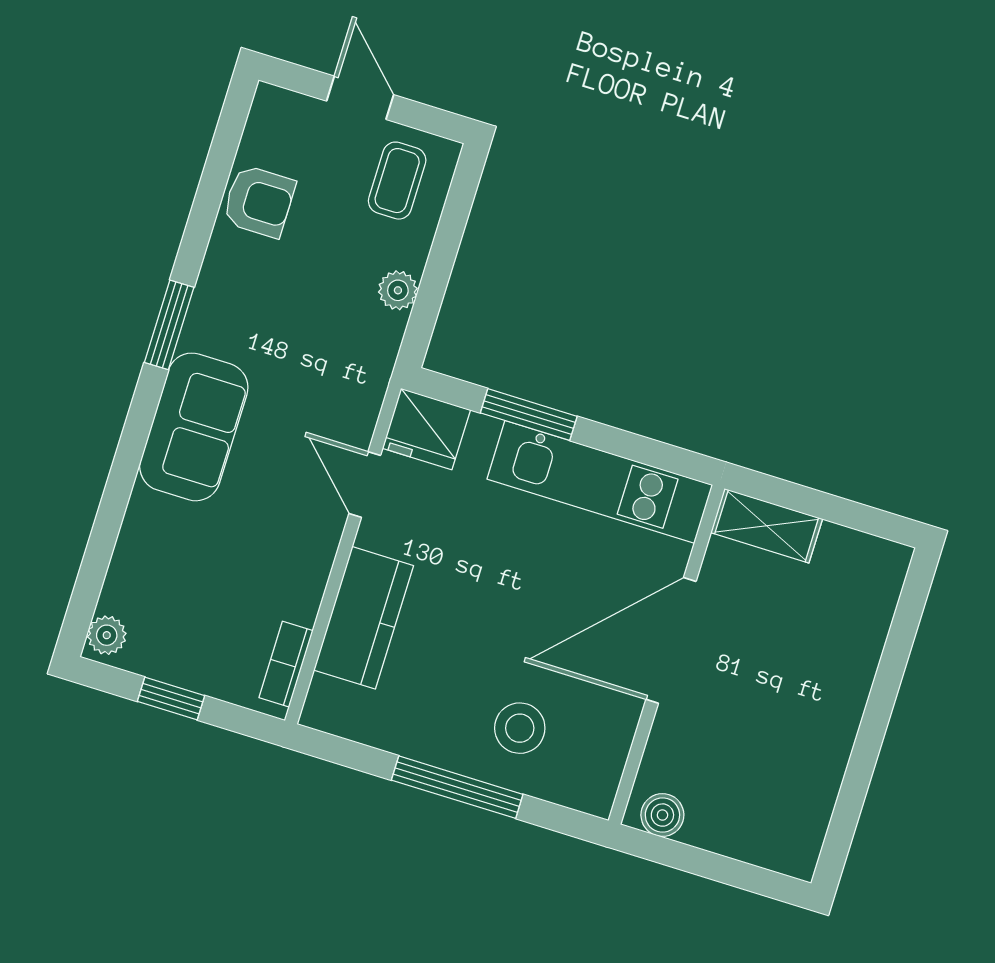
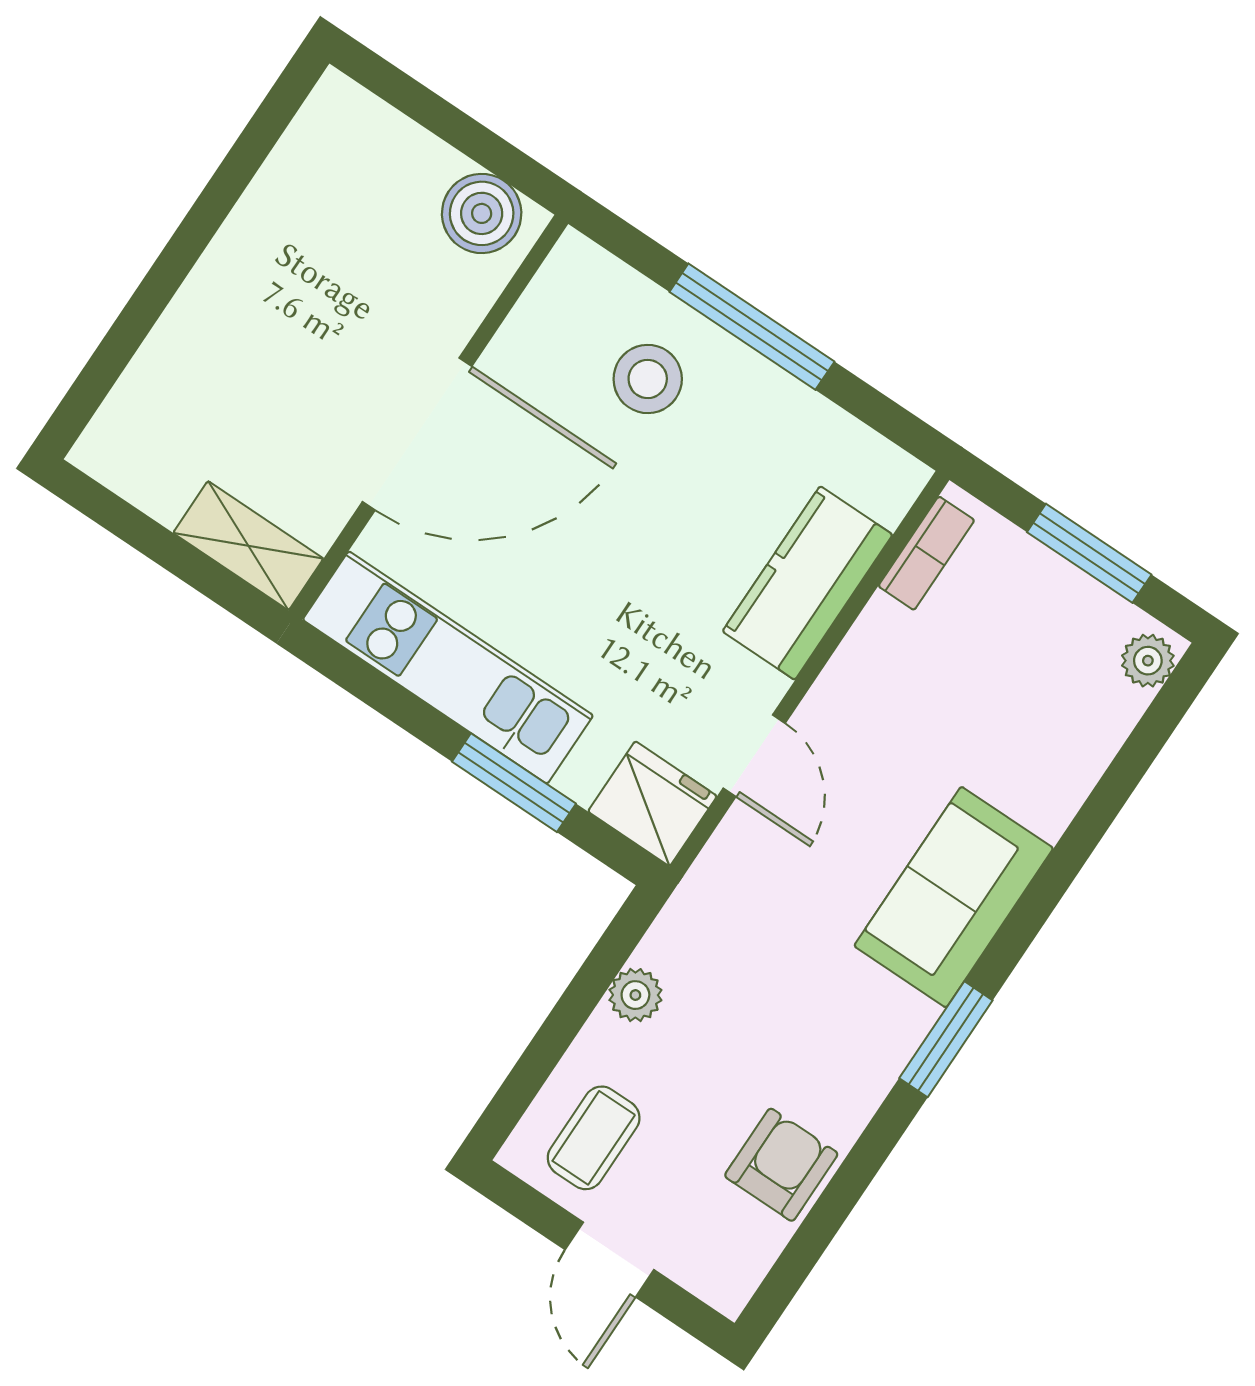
armchair: (259, 201) -> (781, 1165), turned 90
window: (171, 699) -> (1089, 553), width x1.50
boiler: (662, 815) -> (482, 213), width x1.36, depth x1.36

